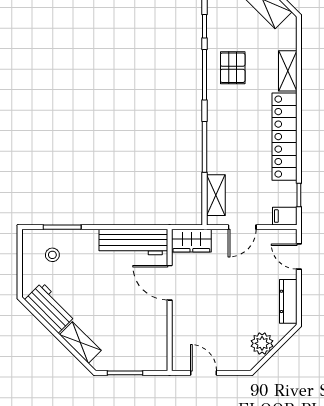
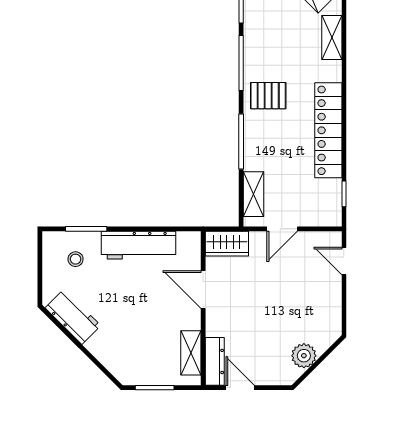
pallet: (233, 68) -> (268, 96), moved, turned 90
shelving: (288, 71) -> (332, 37), moved
filing cabinet: (285, 216) -> (329, 217), removed
workbench: (133, 242) -> (139, 245), moved
dresser: (288, 301) -> (215, 361), moved, turned 180
shelving: (80, 343) -> (191, 353), moved, turned 45

